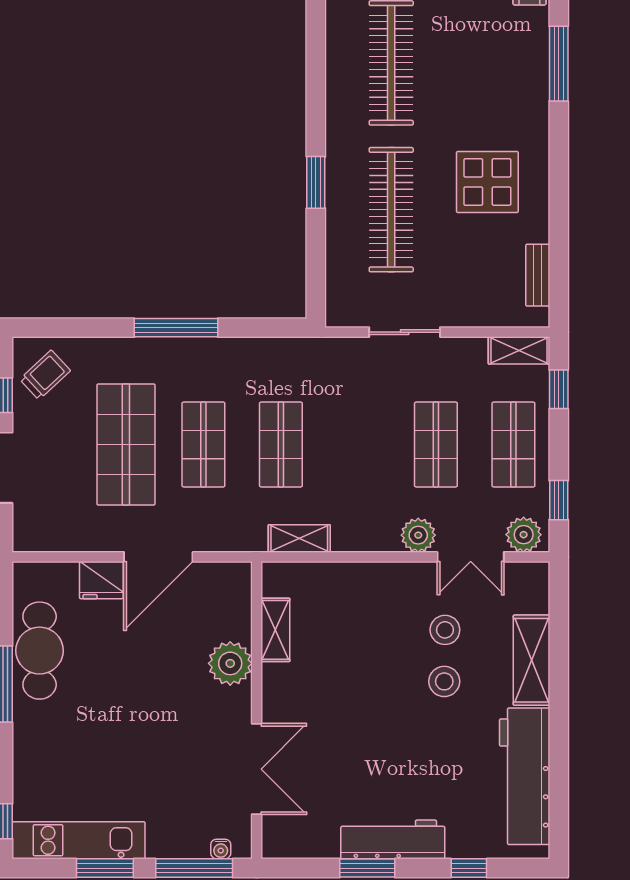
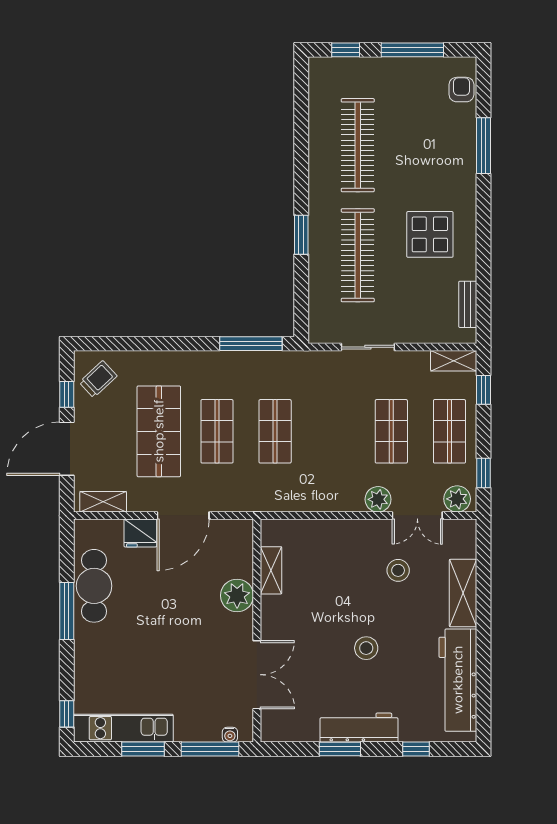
window: (176, 328) -> (251, 344), moved
shelving: (299, 538) -> (103, 502), moved
stool: (444, 681) -> (366, 648), moved

